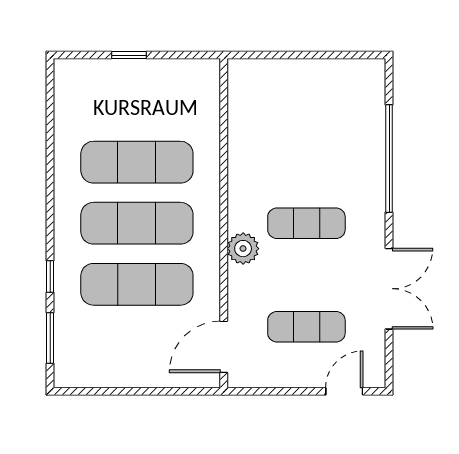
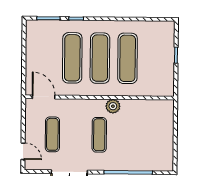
plant: (243, 249) -> (113, 106), moved

